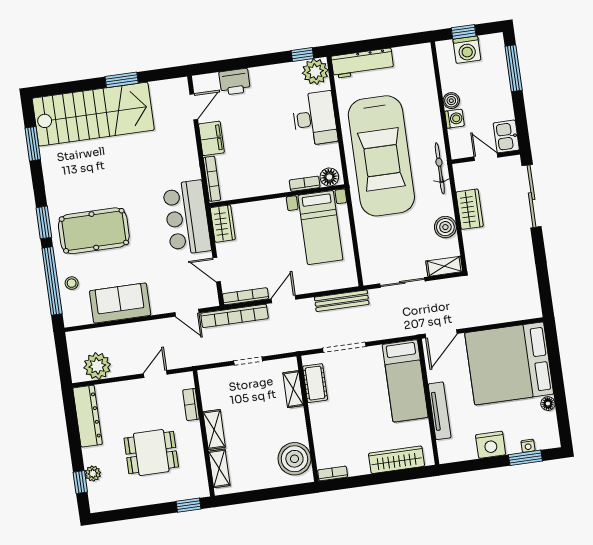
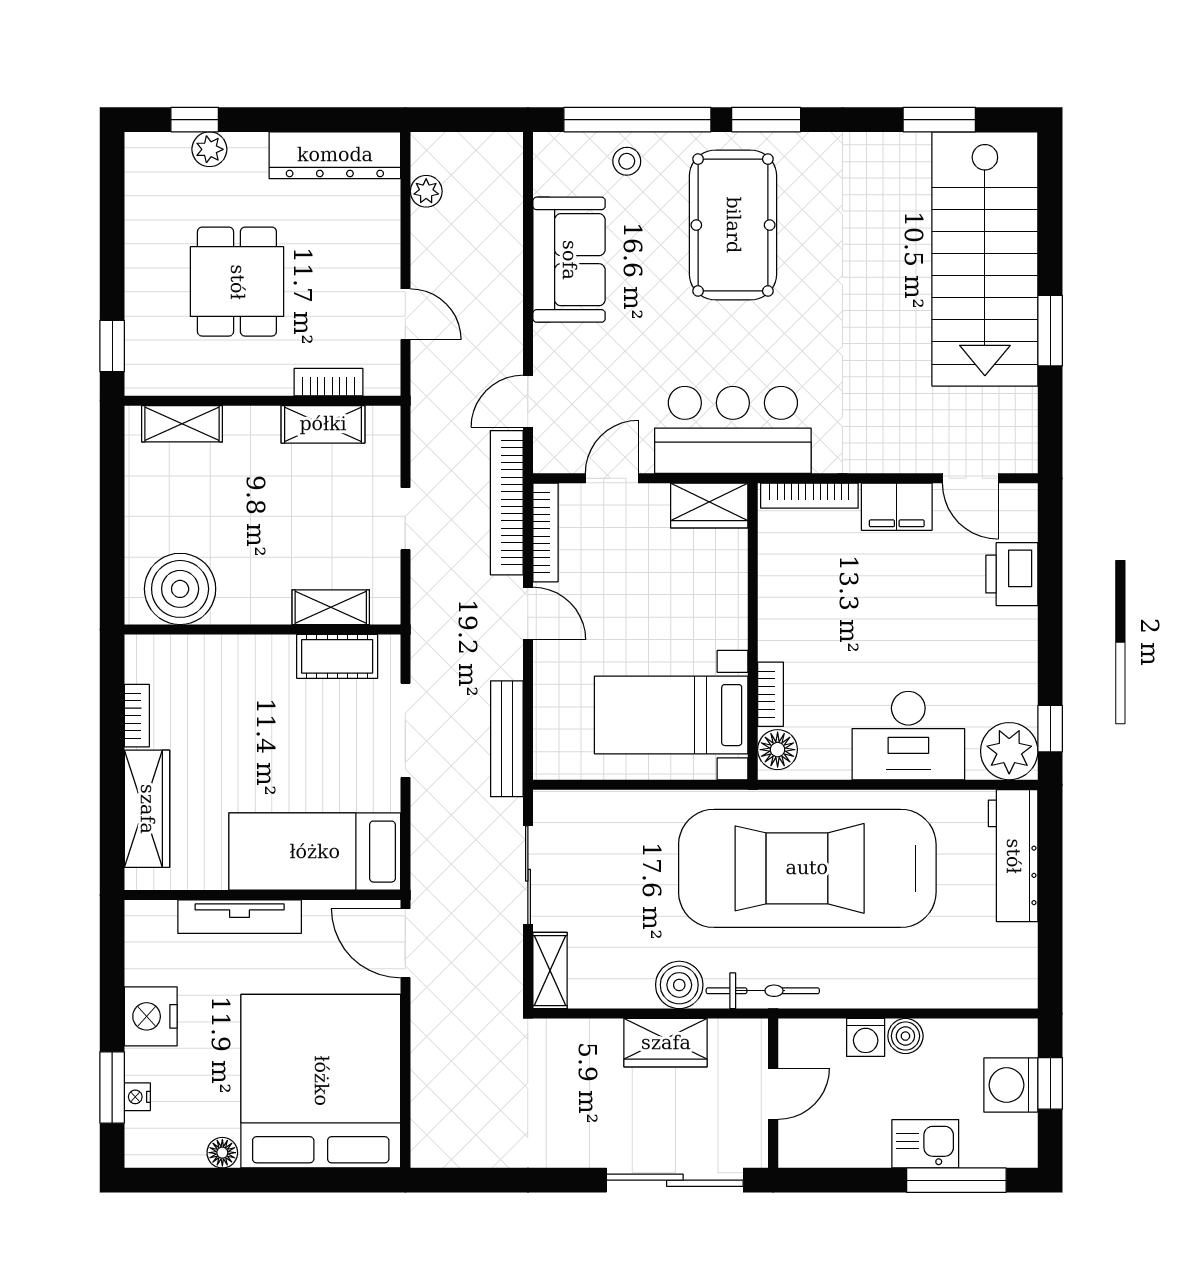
kitchen sink: (506, 136) -> (925, 1144), moved
boiler: (445, 227) -> (679, 985), moved
plant: (97, 366) -> (426, 191), width x0.53, depth x0.53
shelving: (214, 430) -> (323, 424), moved
bookcase: (333, 473) -> (137, 716), moved

